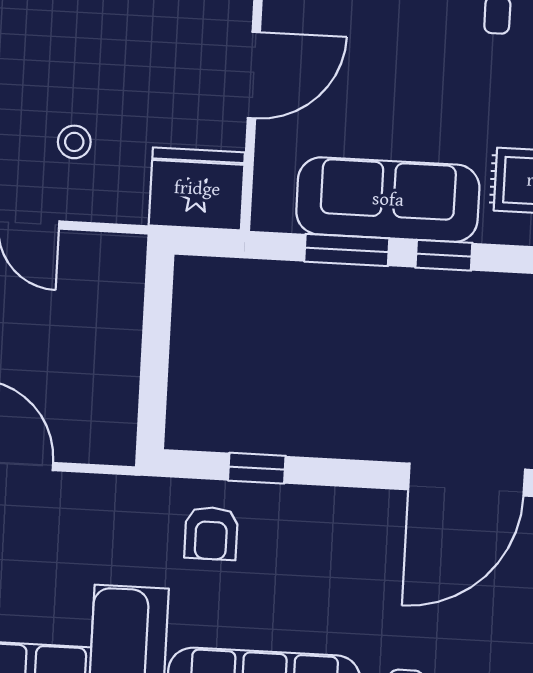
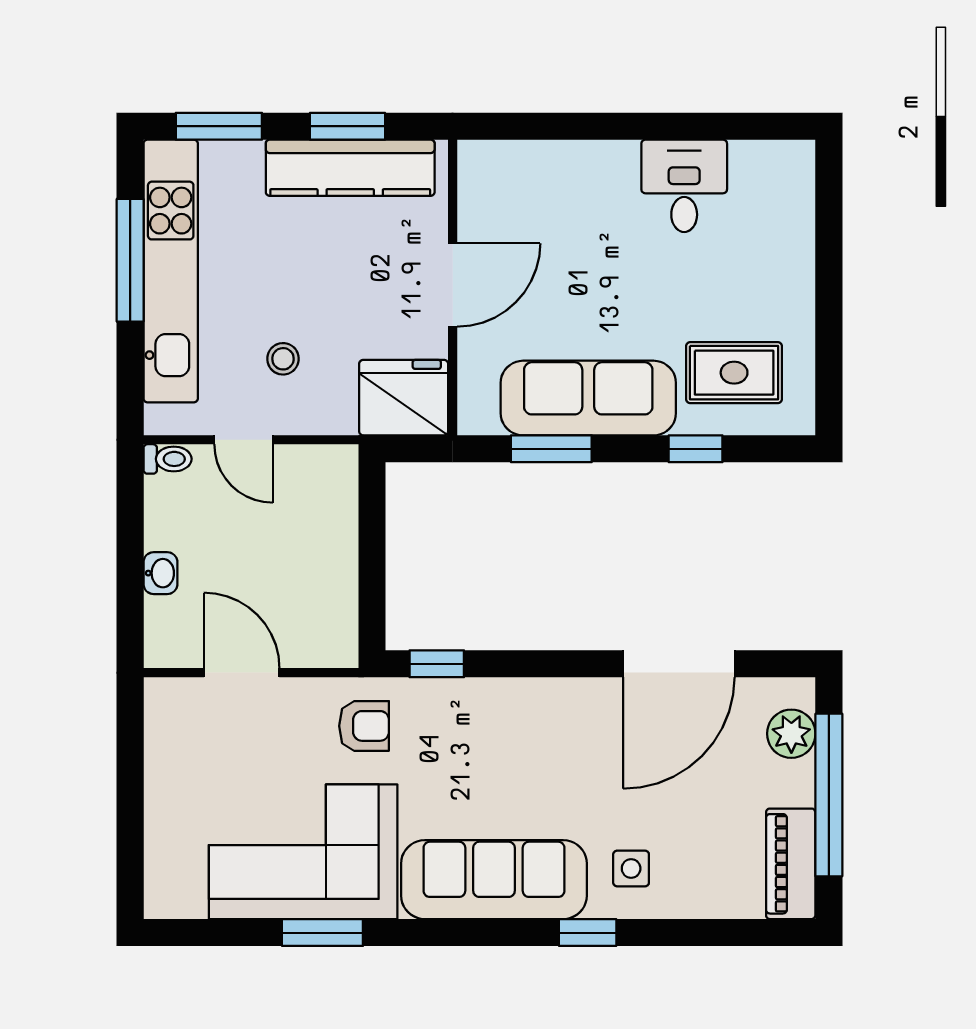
window: (444, 255) -> (696, 449), moved
window: (257, 468) -> (437, 664), moved
armchair: (211, 533) -> (364, 726), moved, turned -90

